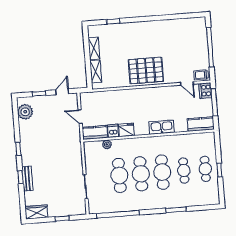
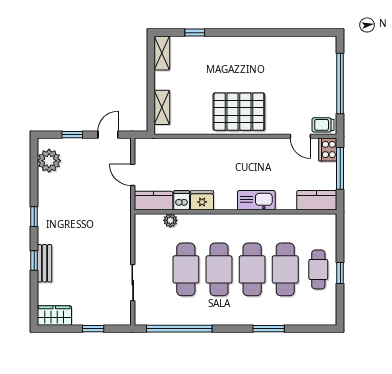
shelving: (94, 48) -> (162, 53), moved
cafe table: (184, 171) -> (285, 269), width x1.37, depth x1.35

